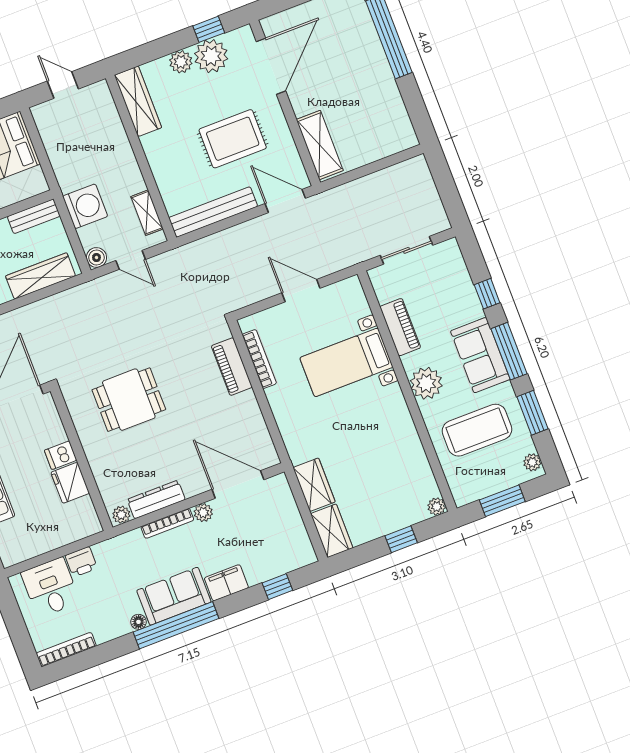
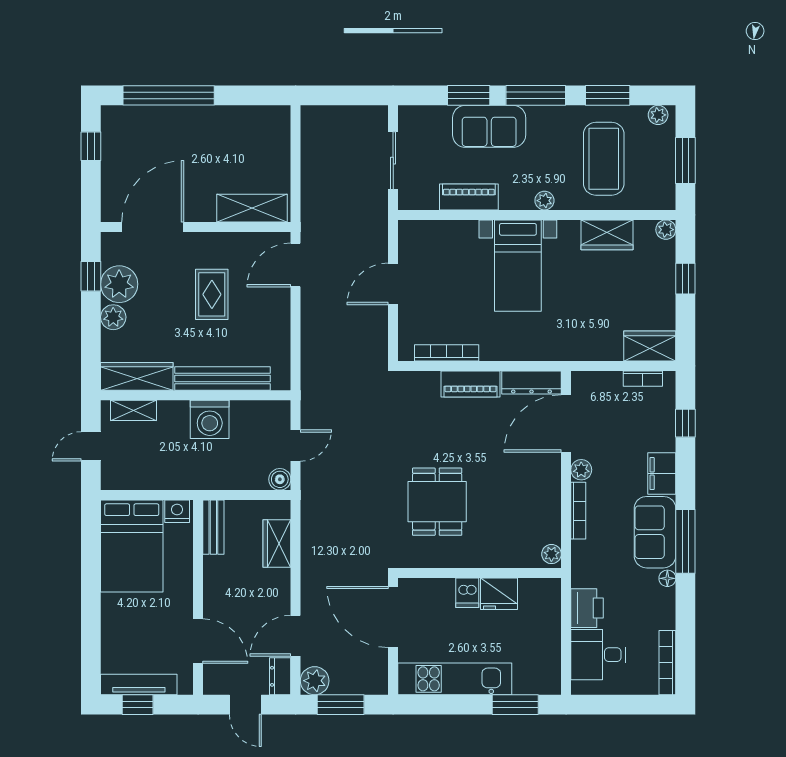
door: (271, 66) -> (153, 227), hinge flipped
rug: (233, 139) -> (212, 294), width x0.73, depth x0.70
nightstand: (35, 180) -> (177, 511), added
washing machine: (85, 206) -> (210, 419), moved, turned 180
bench: (213, 212) -> (223, 378), moved, turned 90
shelving: (147, 213) -> (133, 410), moved
wardrobe: (41, 276) -> (277, 543), width x0.67
window: (487, 294) -> (469, 95), width x1.50
sofa: (480, 355) -> (489, 126), moved
bed with nightstands: (346, 362) -> (518, 266), moved
piano: (232, 367) -> (470, 384), moved
plant: (426, 383) -> (544, 201), width x0.53, depth x0.53
wardrobe: (314, 485) -> (607, 235), moved, turned 180
dresser: (156, 499) -> (531, 382), moved, turned -90
bookcase: (302, 536) -> (643, 379), added
printer: (81, 562) -> (587, 608), width x1.36, depth x1.24
window: (176, 625) -> (685, 541), width x0.68

